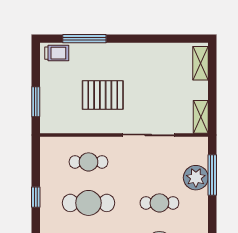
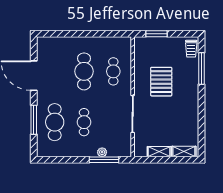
shelving: (201, 117) -> (159, 152), moved
plant: (196, 178) -> (102, 152), width x0.53, depth x0.53
window: (36, 197) -> (88, 34), removed

